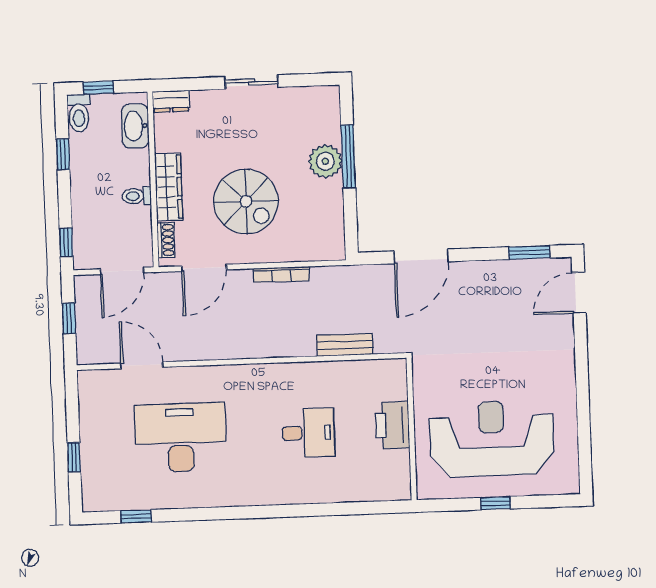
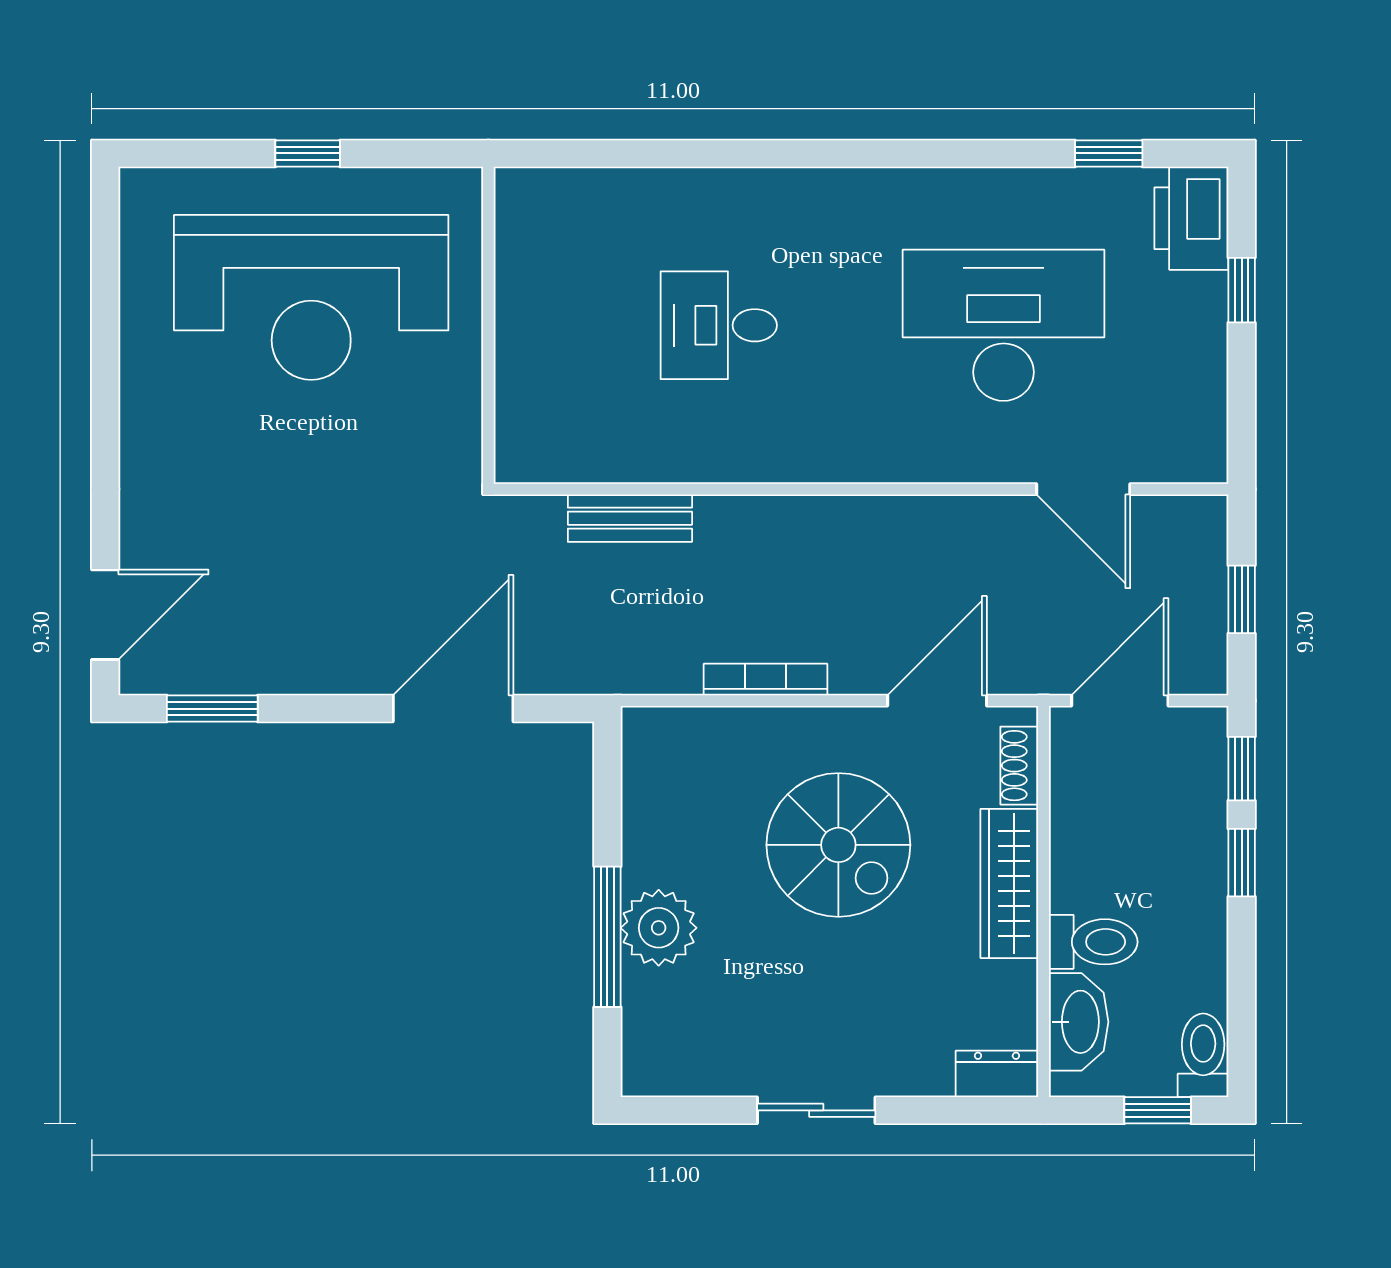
window: (63, 154) -> (1242, 863), moved
toilet: (137, 196) -> (1093, 942), moved, width x1.37, depth x1.39
spiral stairs: (246, 201) -> (838, 845), turned 180
printer: (392, 425) -> (1191, 218), moved, turned 180
desk: (180, 438) -> (1004, 325), turned 180

